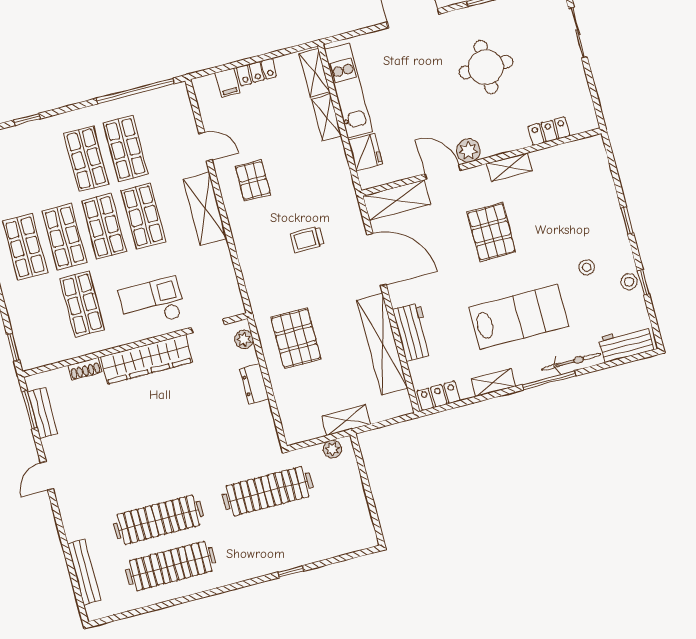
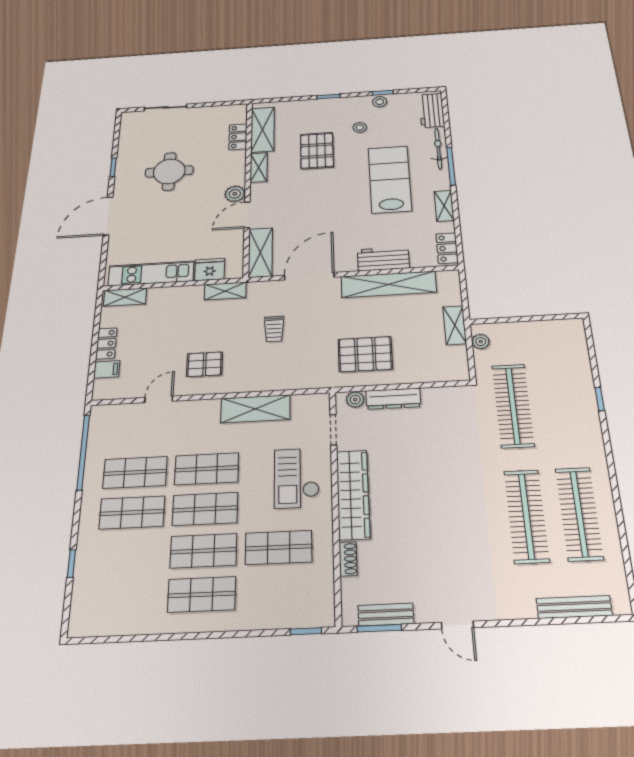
shelving: (326, 117) -> (225, 291), moved
shelving: (565, 157) -> (263, 130), added
shelving: (205, 209) -> (255, 409), moved
pallet: (491, 232) -> (317, 151), moved, turned 90
dresser: (254, 384) -> (393, 399), width x1.44

